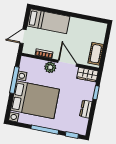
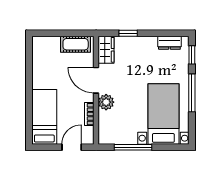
door: (23, 36) -> (72, 147), swing flipped
door: (67, 63) -> (96, 80), hinge flipped
bed with nightstands: (35, 100) -> (163, 114), width x0.73
dresser: (86, 109) -> (169, 43), moved

